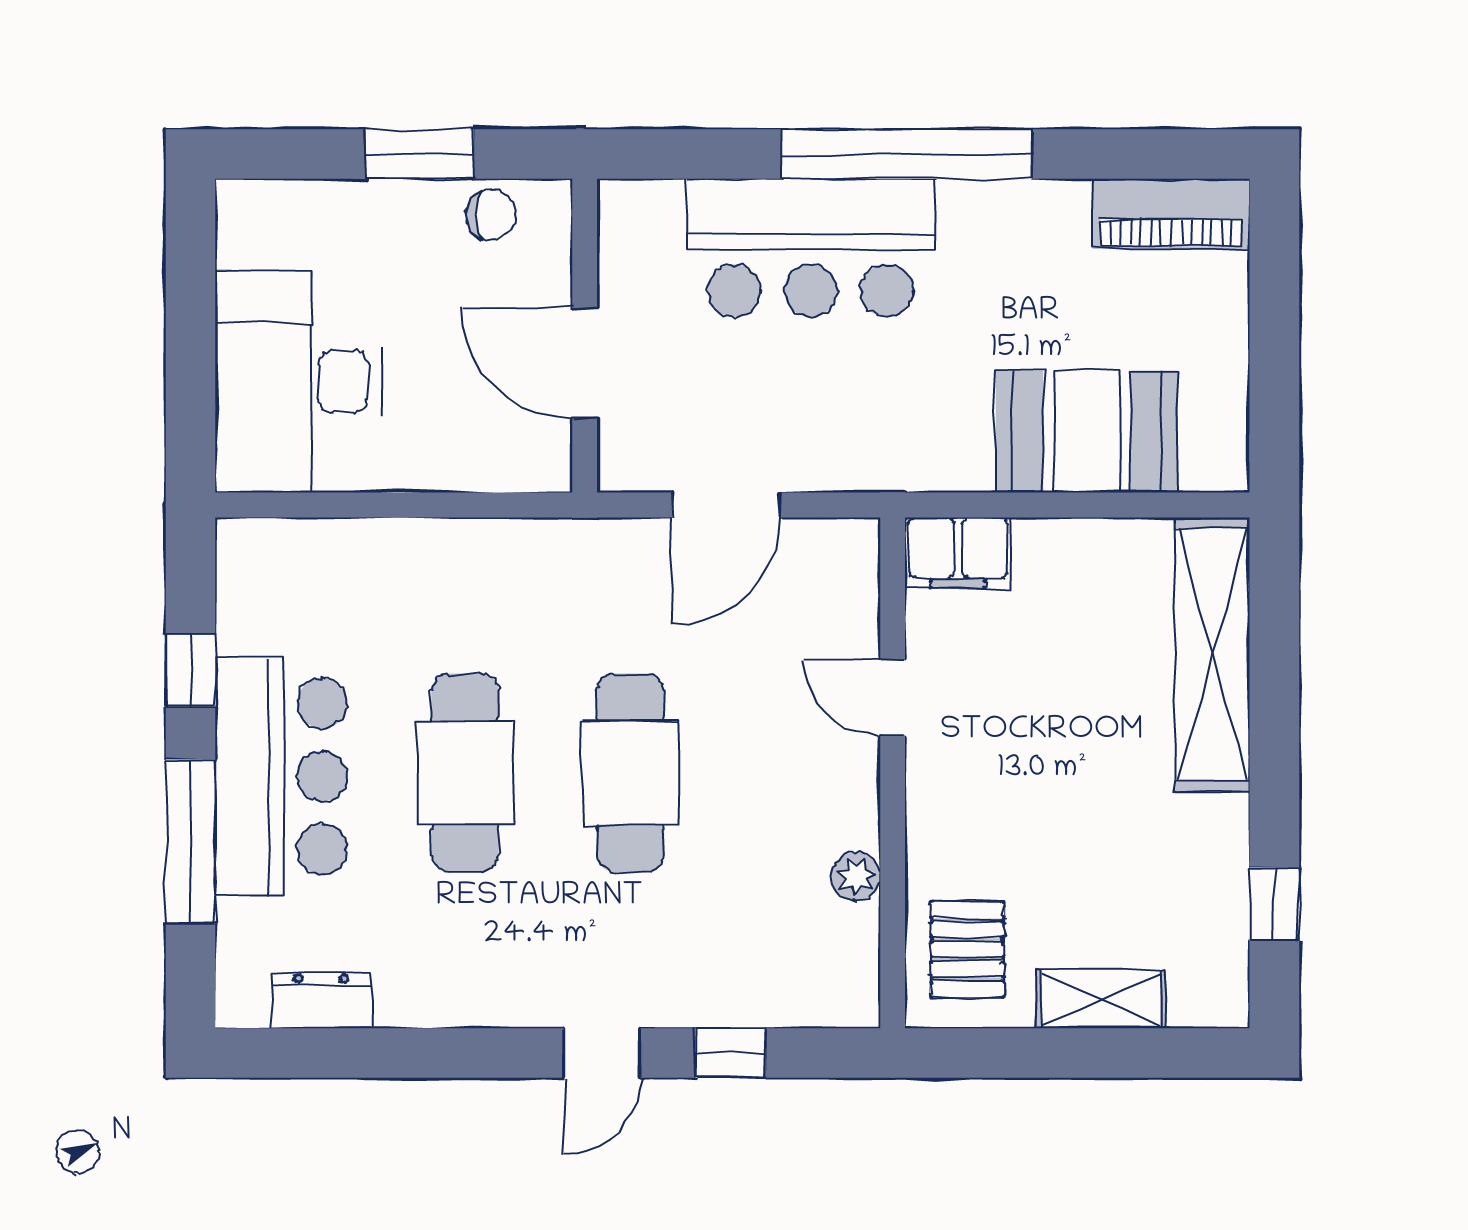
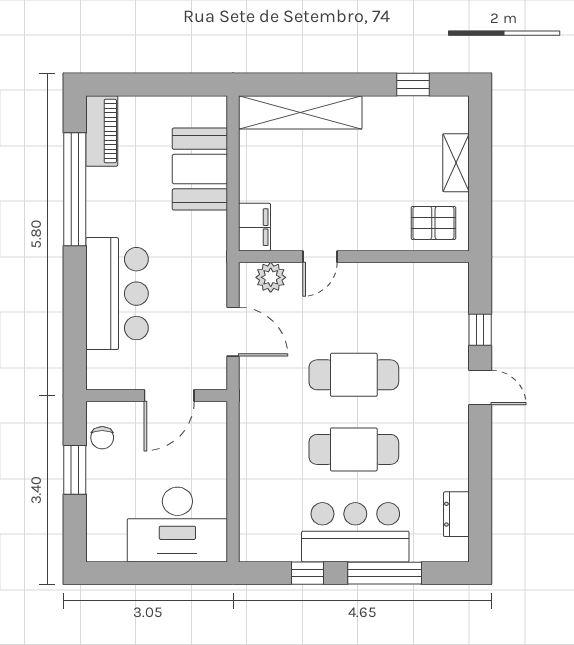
window: (907, 154) -> (75, 189), moved
chair: (491, 215) -> (102, 438), turned 180
plant: (856, 877) -> (271, 277), moved, width x1.38, depth x1.38

